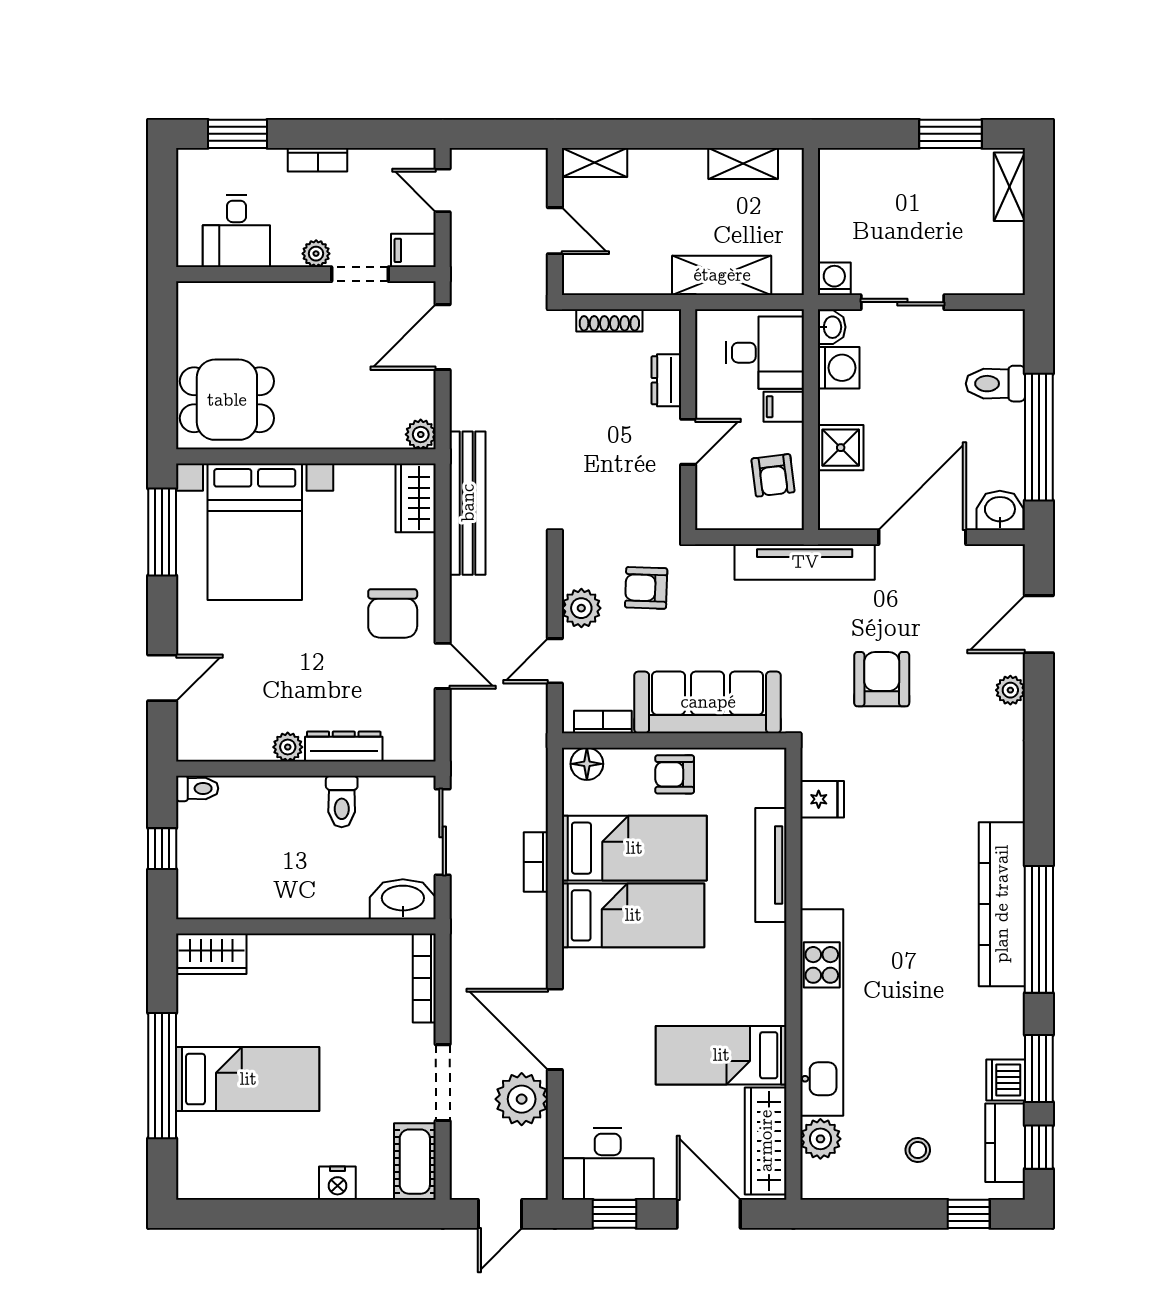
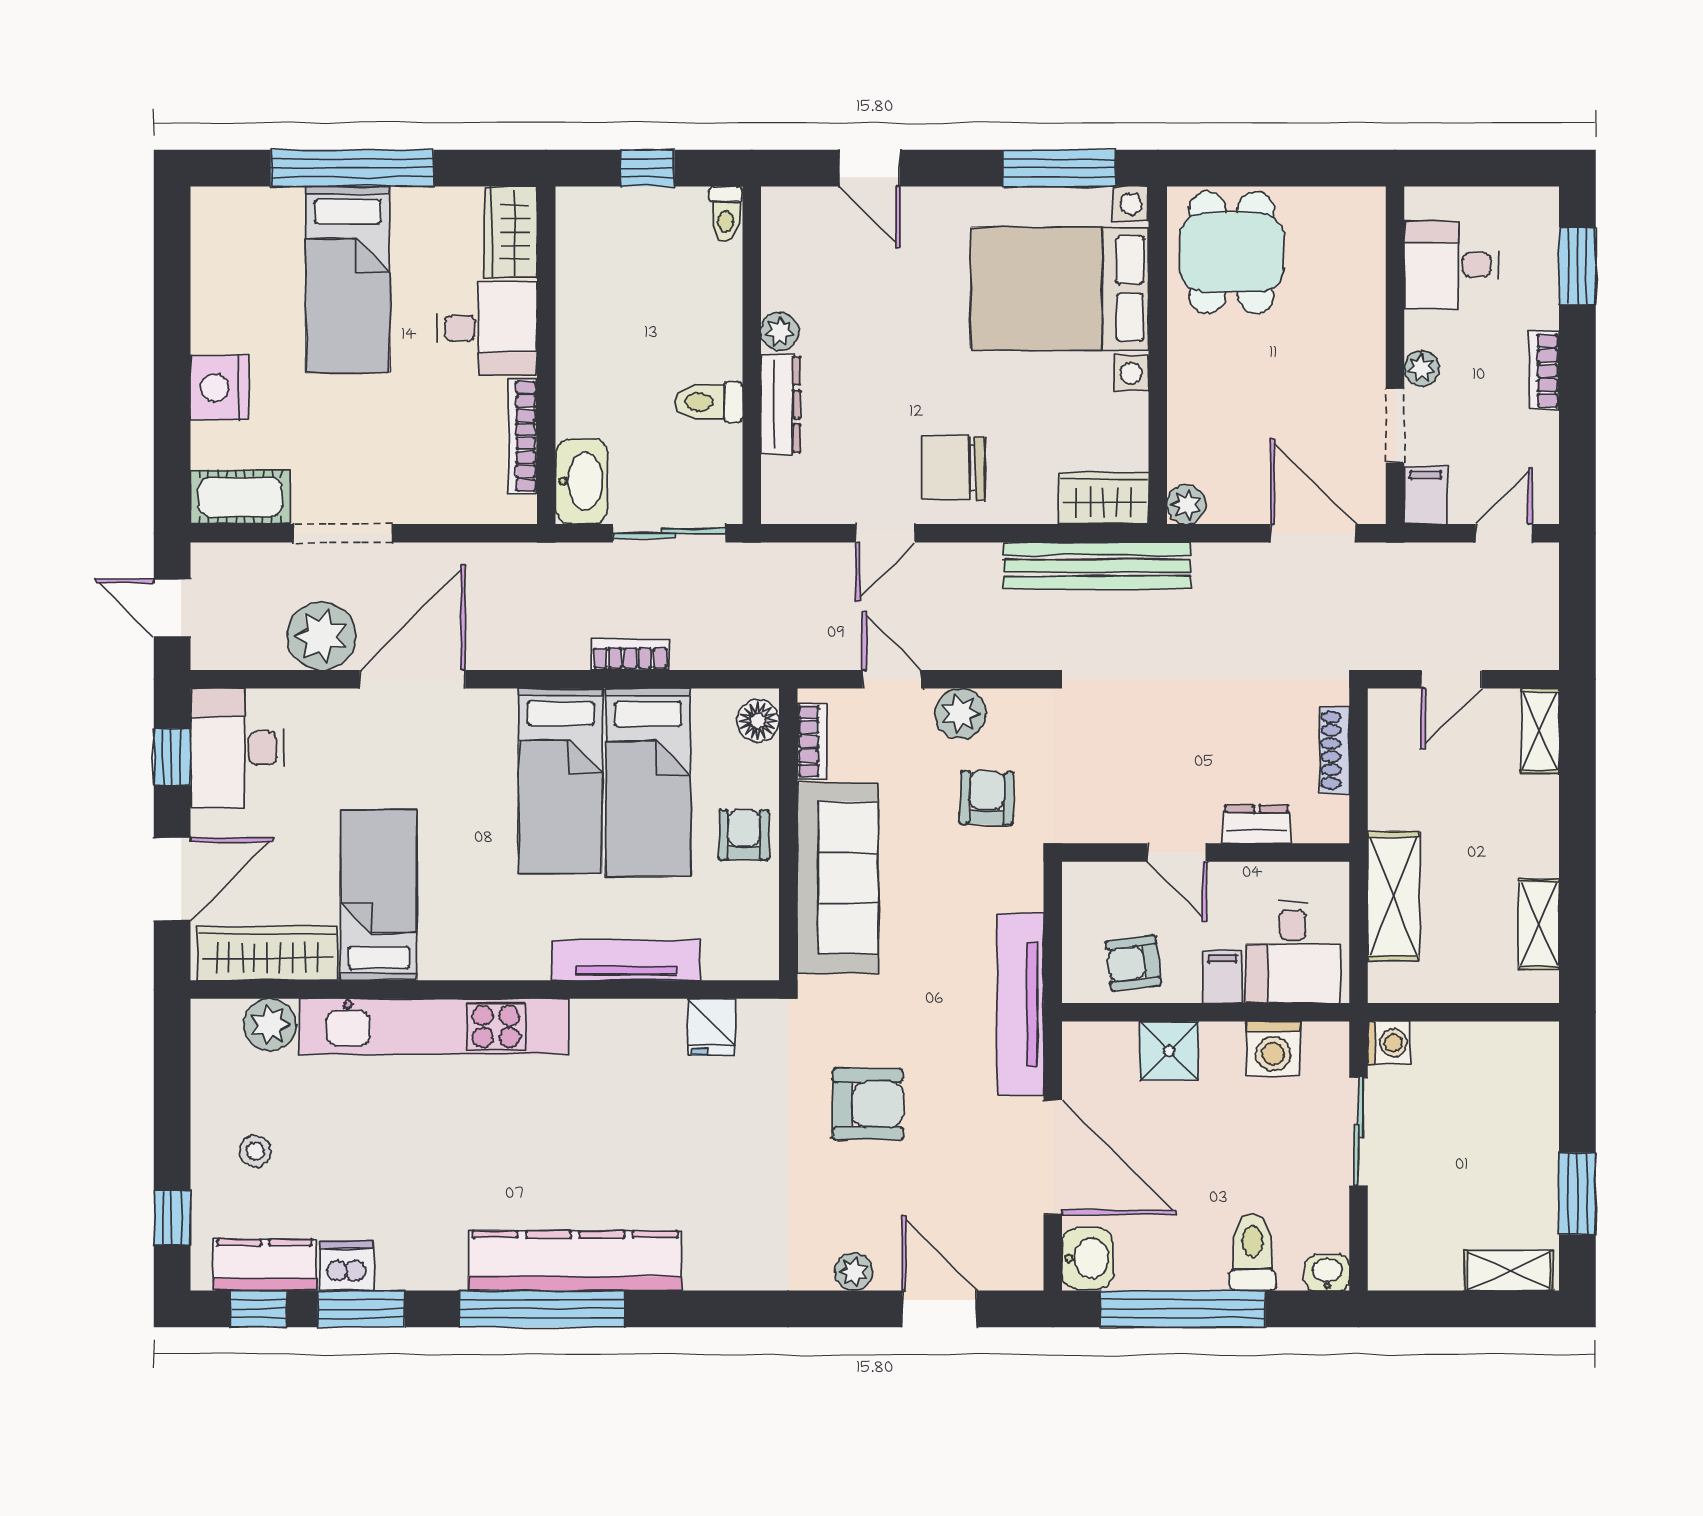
washbasin: (832, 327) -> (1327, 1273), moved, turned 180
desk: (285, 972) -> (487, 328), added
bookcase: (424, 978) -> (522, 436), moved, turned -90
nightstand: (337, 1183) -> (219, 388), width x1.36, depth x1.33

